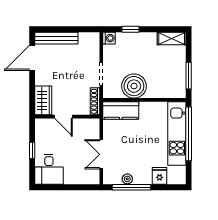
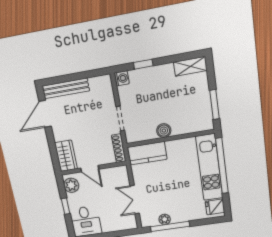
boiler: (134, 86) -> (164, 131), width x0.54, depth x0.54
plant: (42, 130) -> (71, 185), added
fridge: (160, 176) -> (215, 207), moved, turned -90

